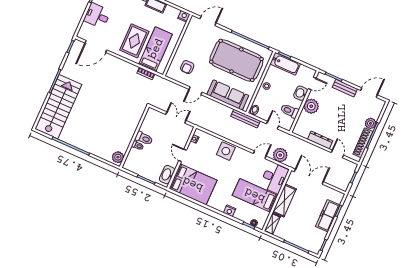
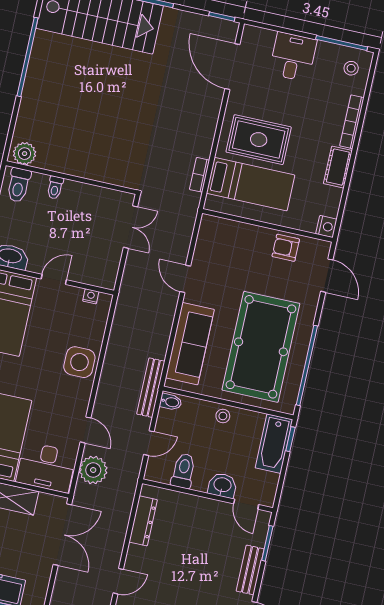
armchair: (187, 67) -> (286, 248), moved
plant: (311, 106) -> (201, 511), removed
double door: (176, 118) -> (131, 227), moved
toilet: (144, 138) -> (19, 185), moved
dresser: (320, 140) -> (143, 521), moved

